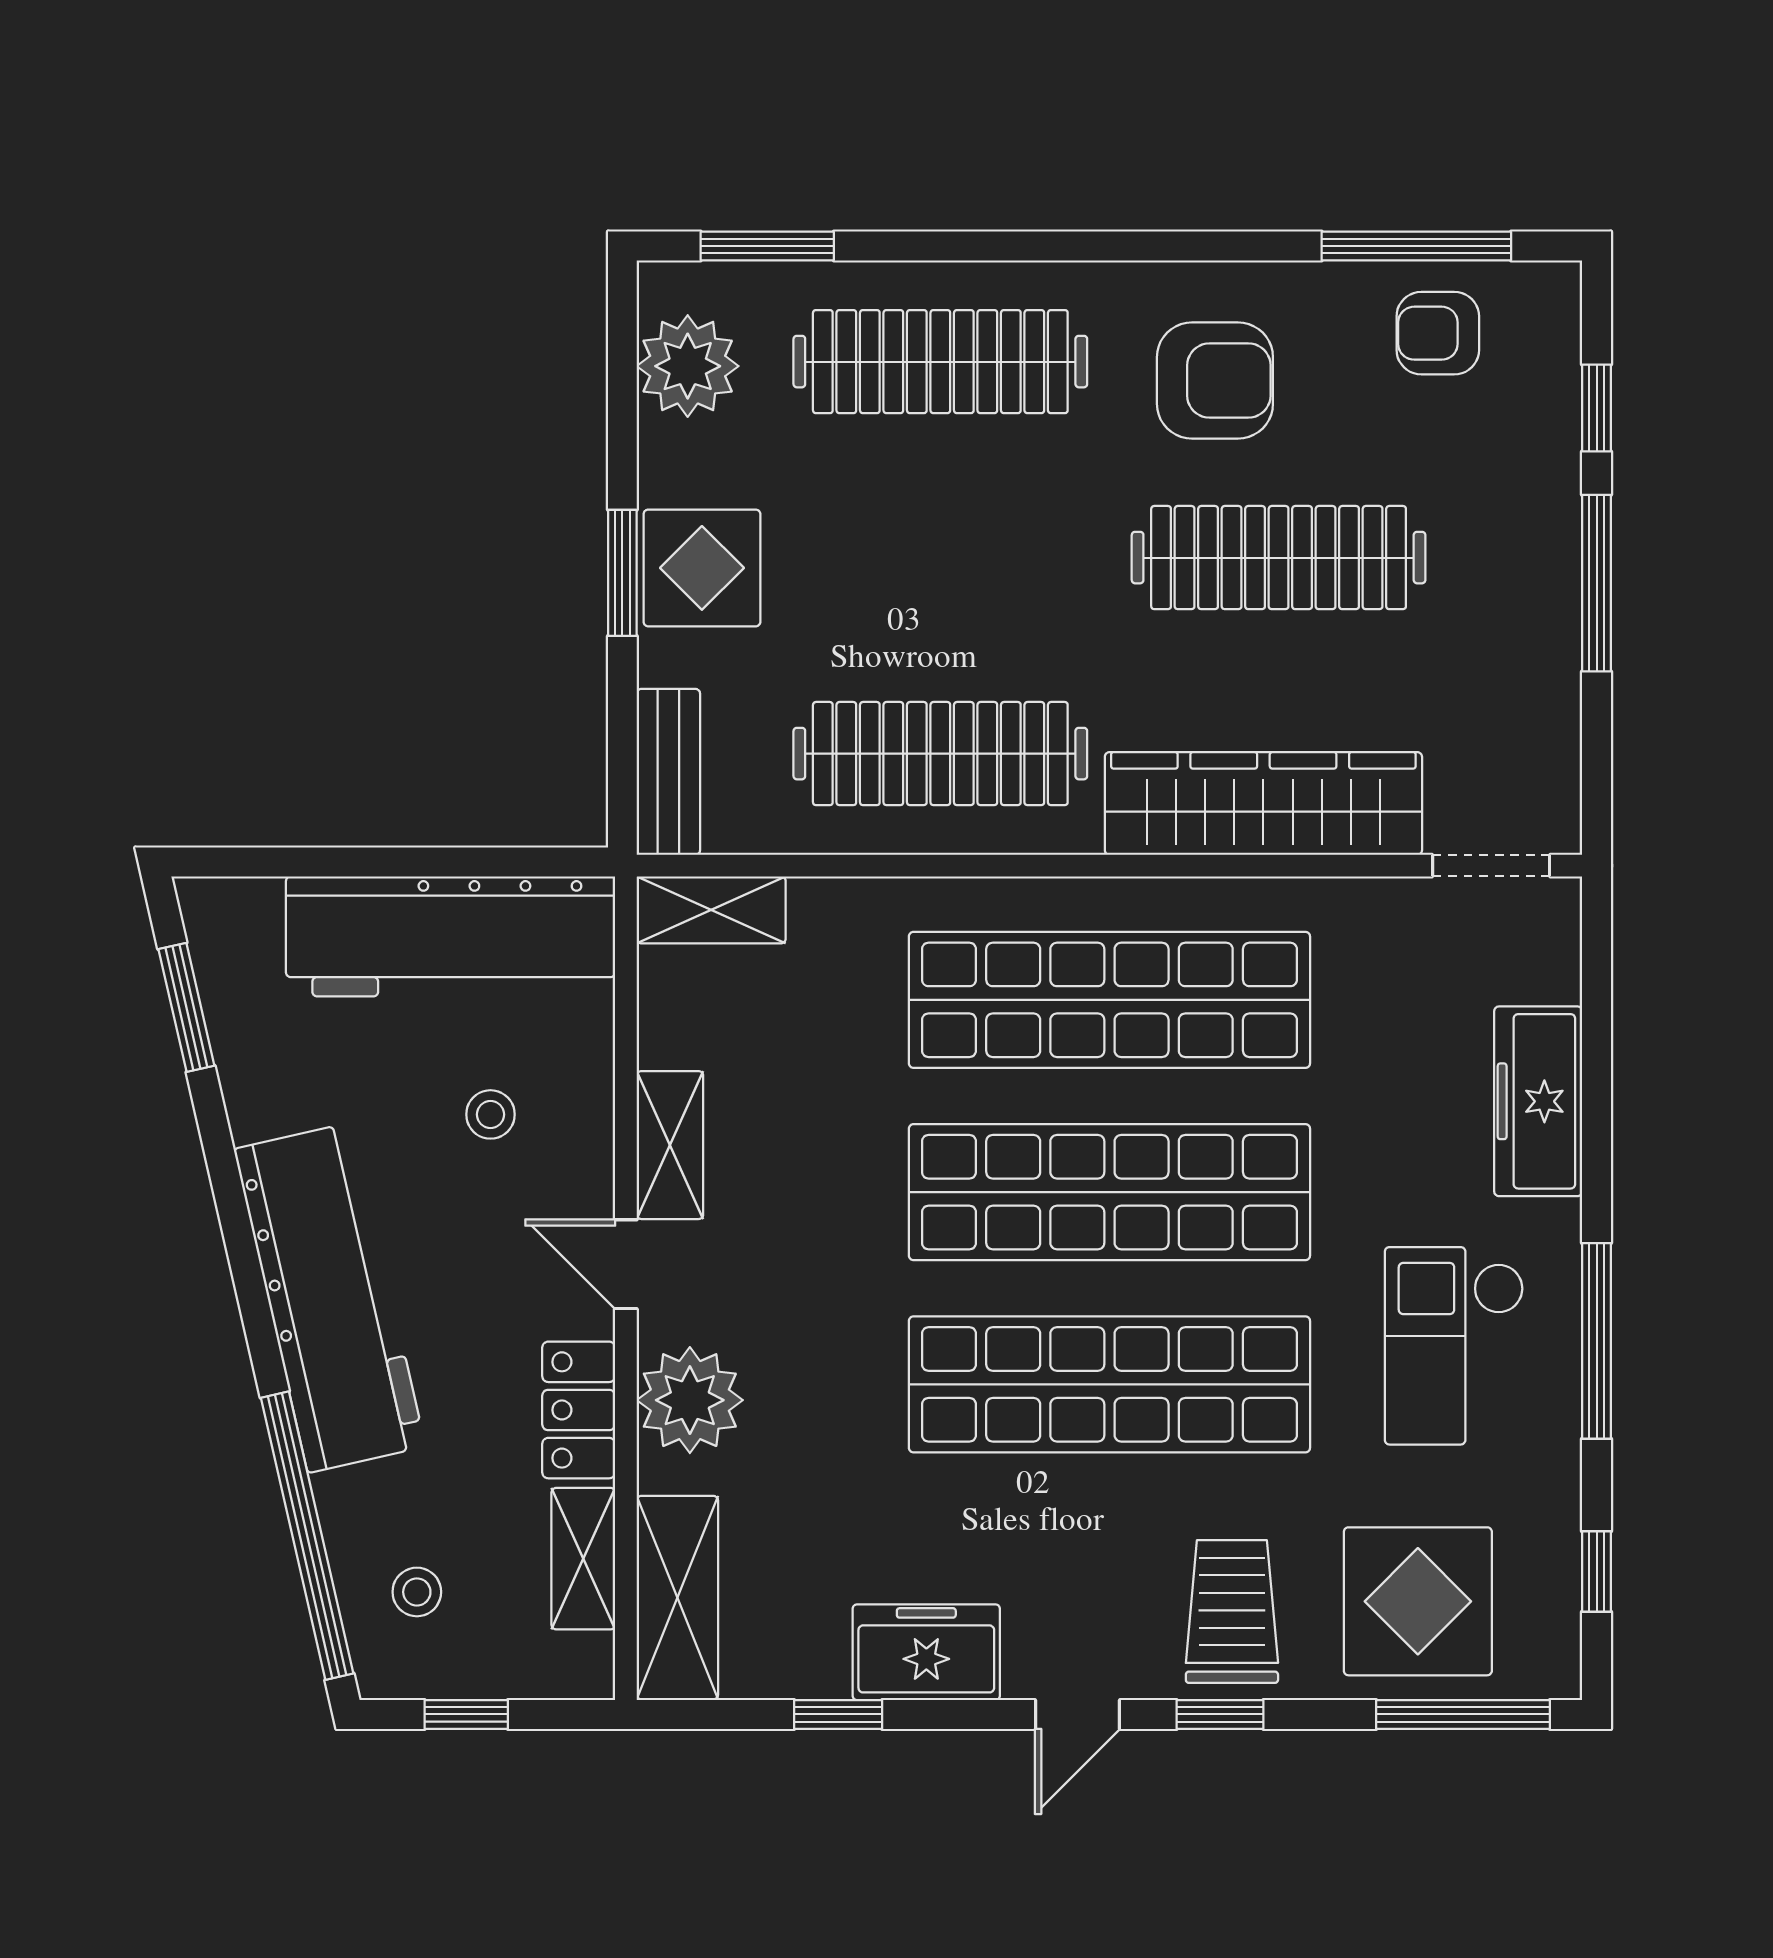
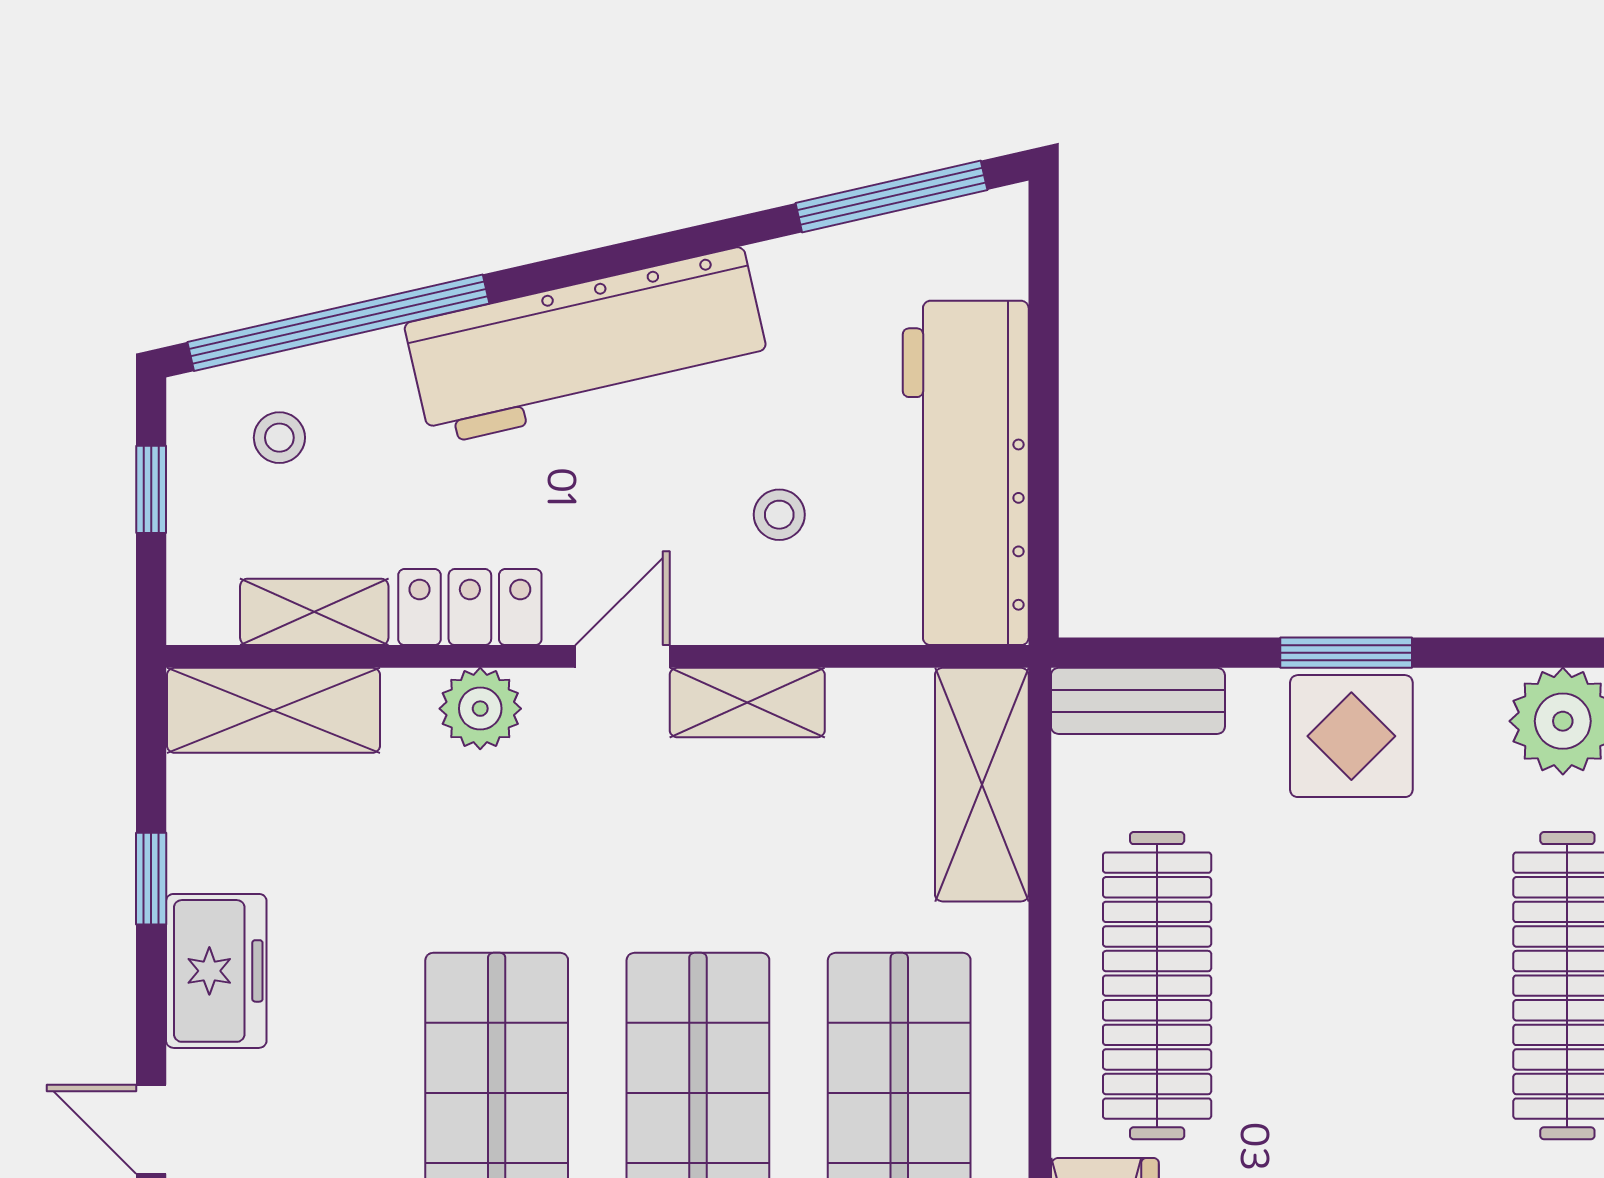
shelving: (711, 910) -> (982, 785), width x1.50, depth x1.33
window: (186, 1007) -> (891, 196), width x1.44
plant: (690, 1400) -> (480, 709), width x0.73, depth x0.73

